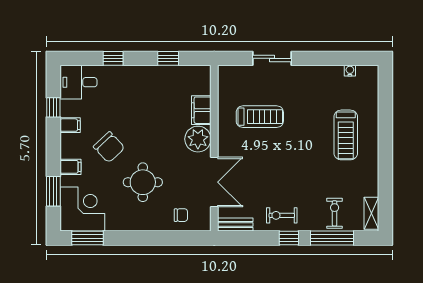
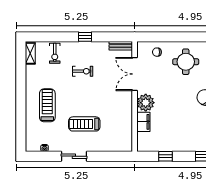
sliding door: (272, 58) -> (74, 156), moved
treadmill: (260, 117) -> (84, 124), moved
round table: (143, 182) -> (186, 62), moved
exercise bike: (282, 215) -> (83, 71), moved
window: (332, 238) -> (56, 37), removed

